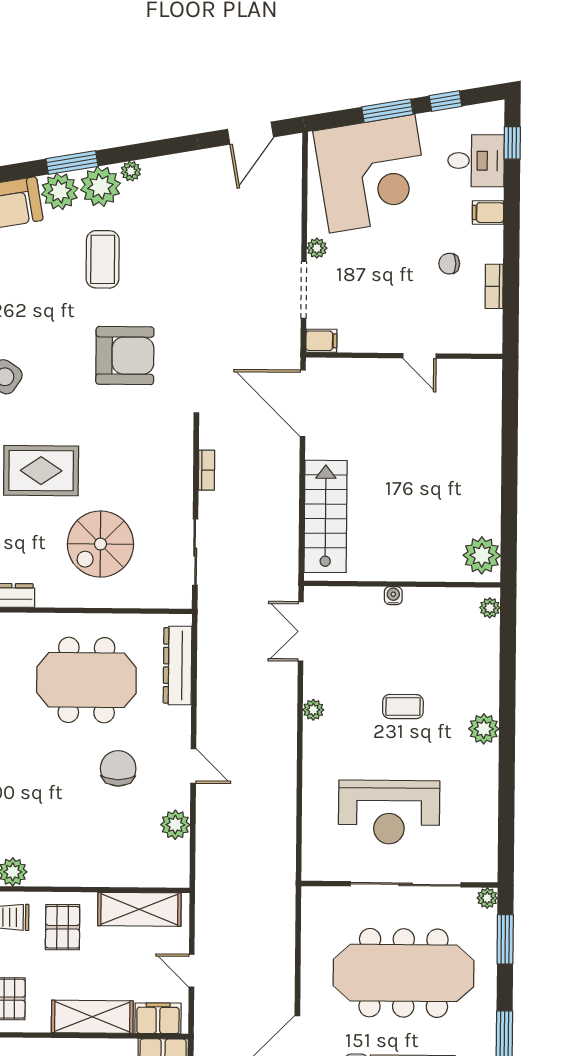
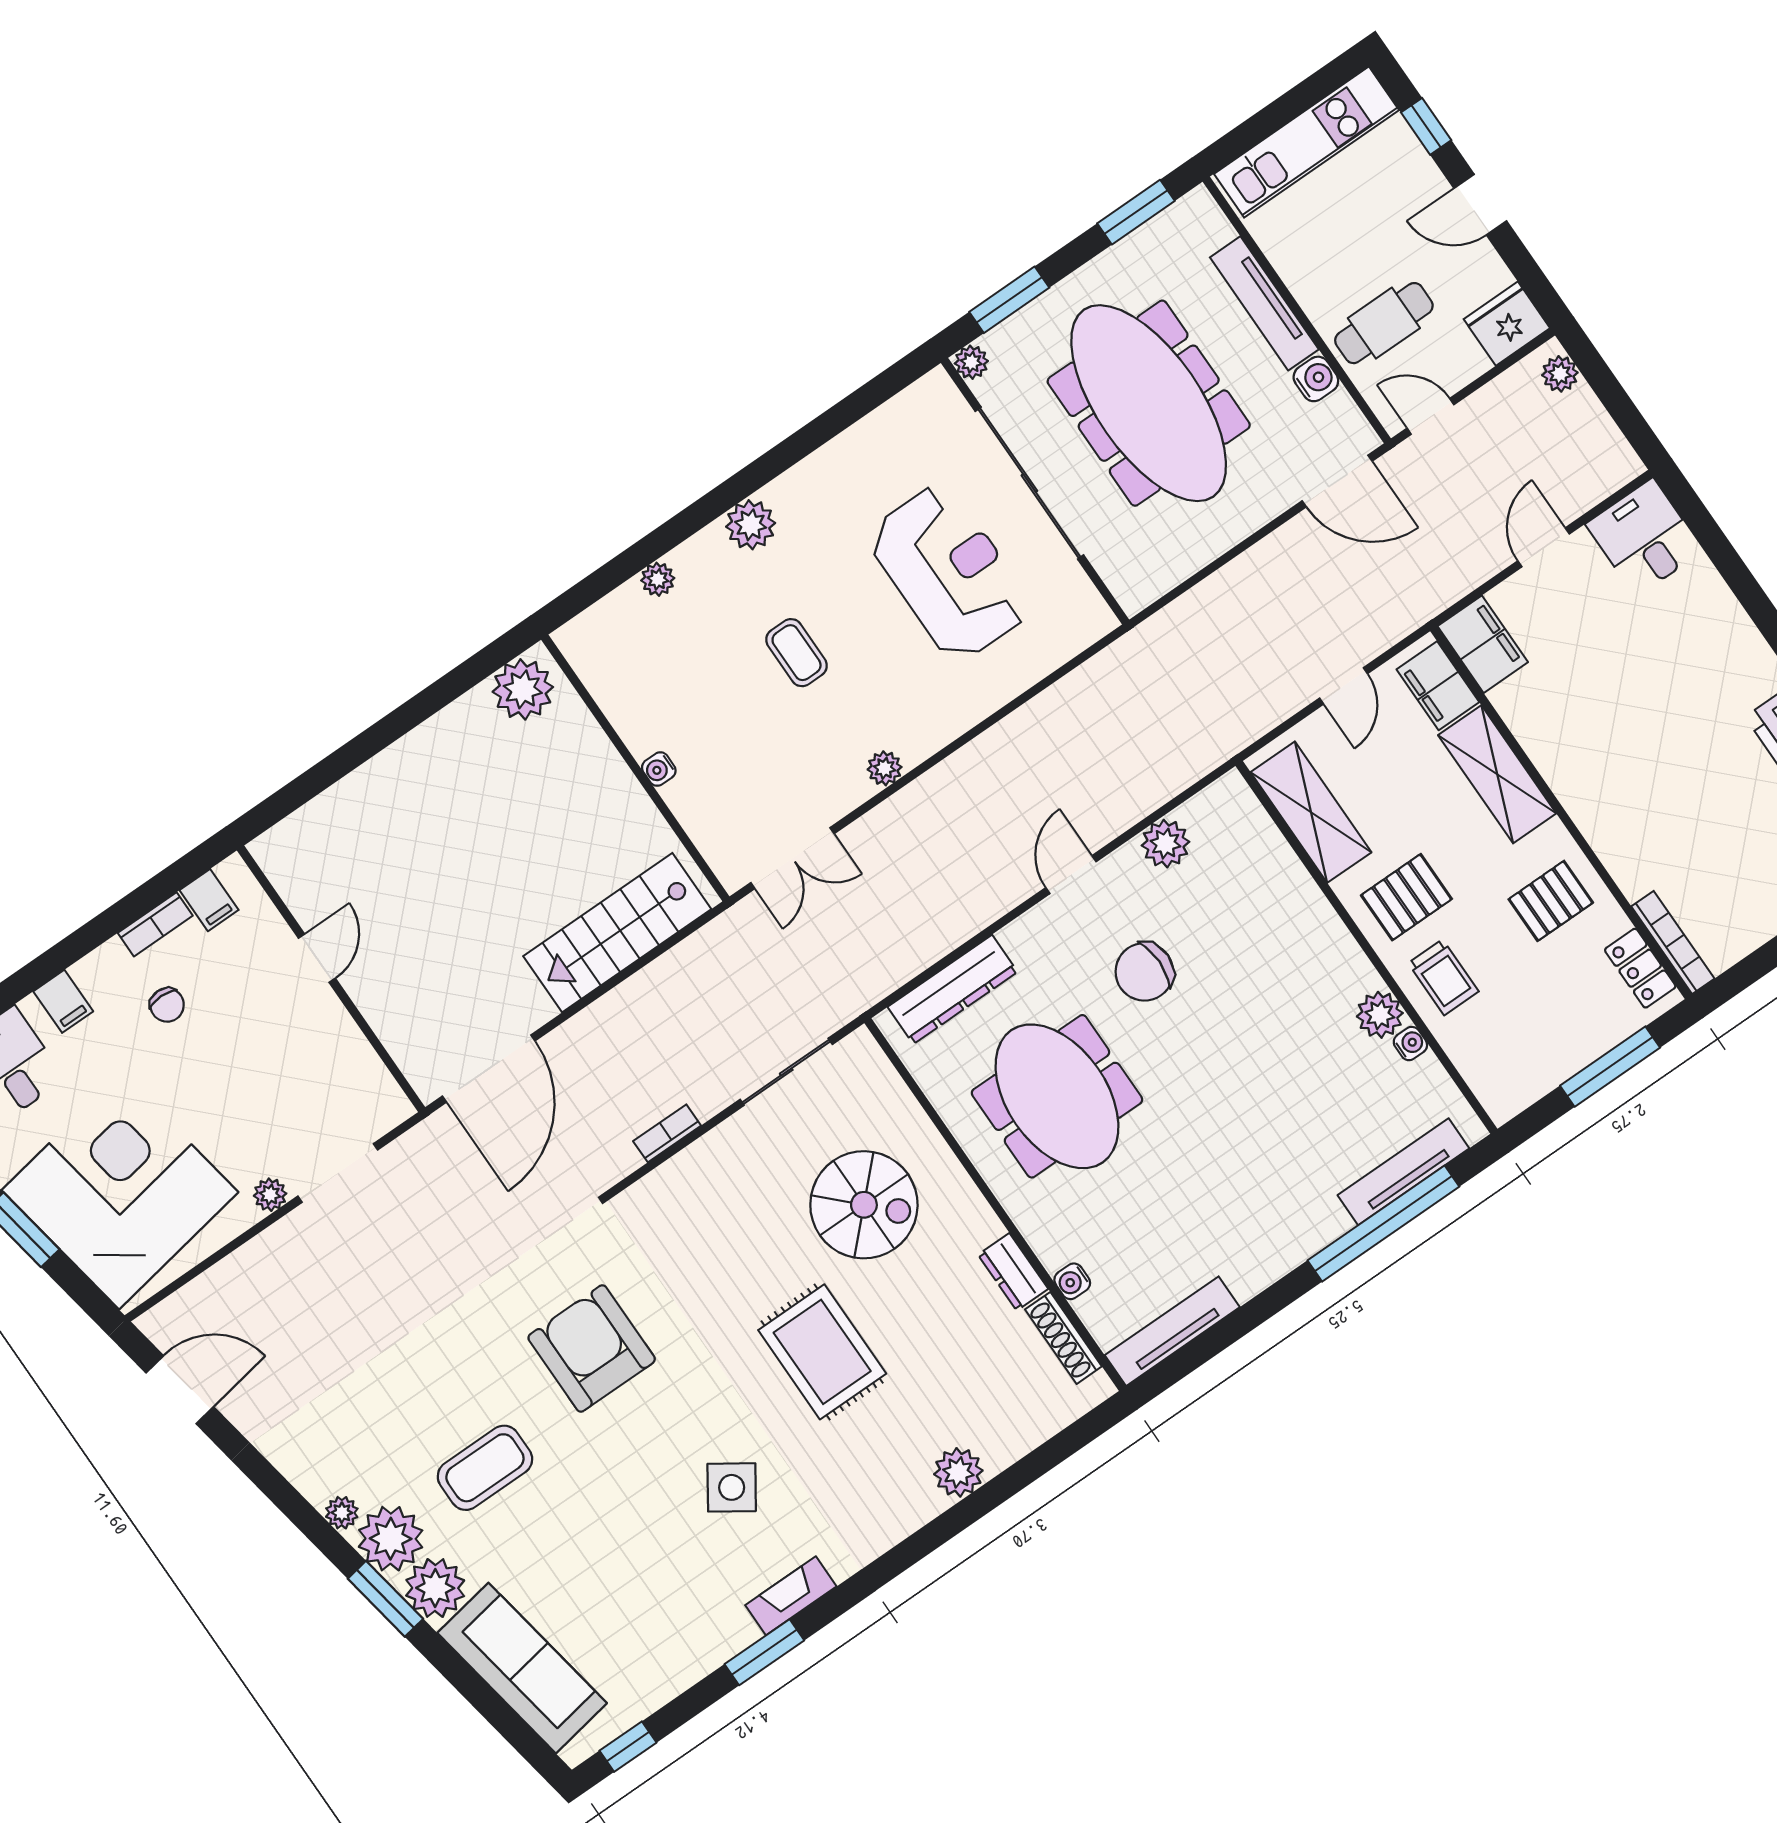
filing cabinet: (321, 341) -> (209, 900), moved, turned 180
plant: (490, 608) -> (658, 579), moved

